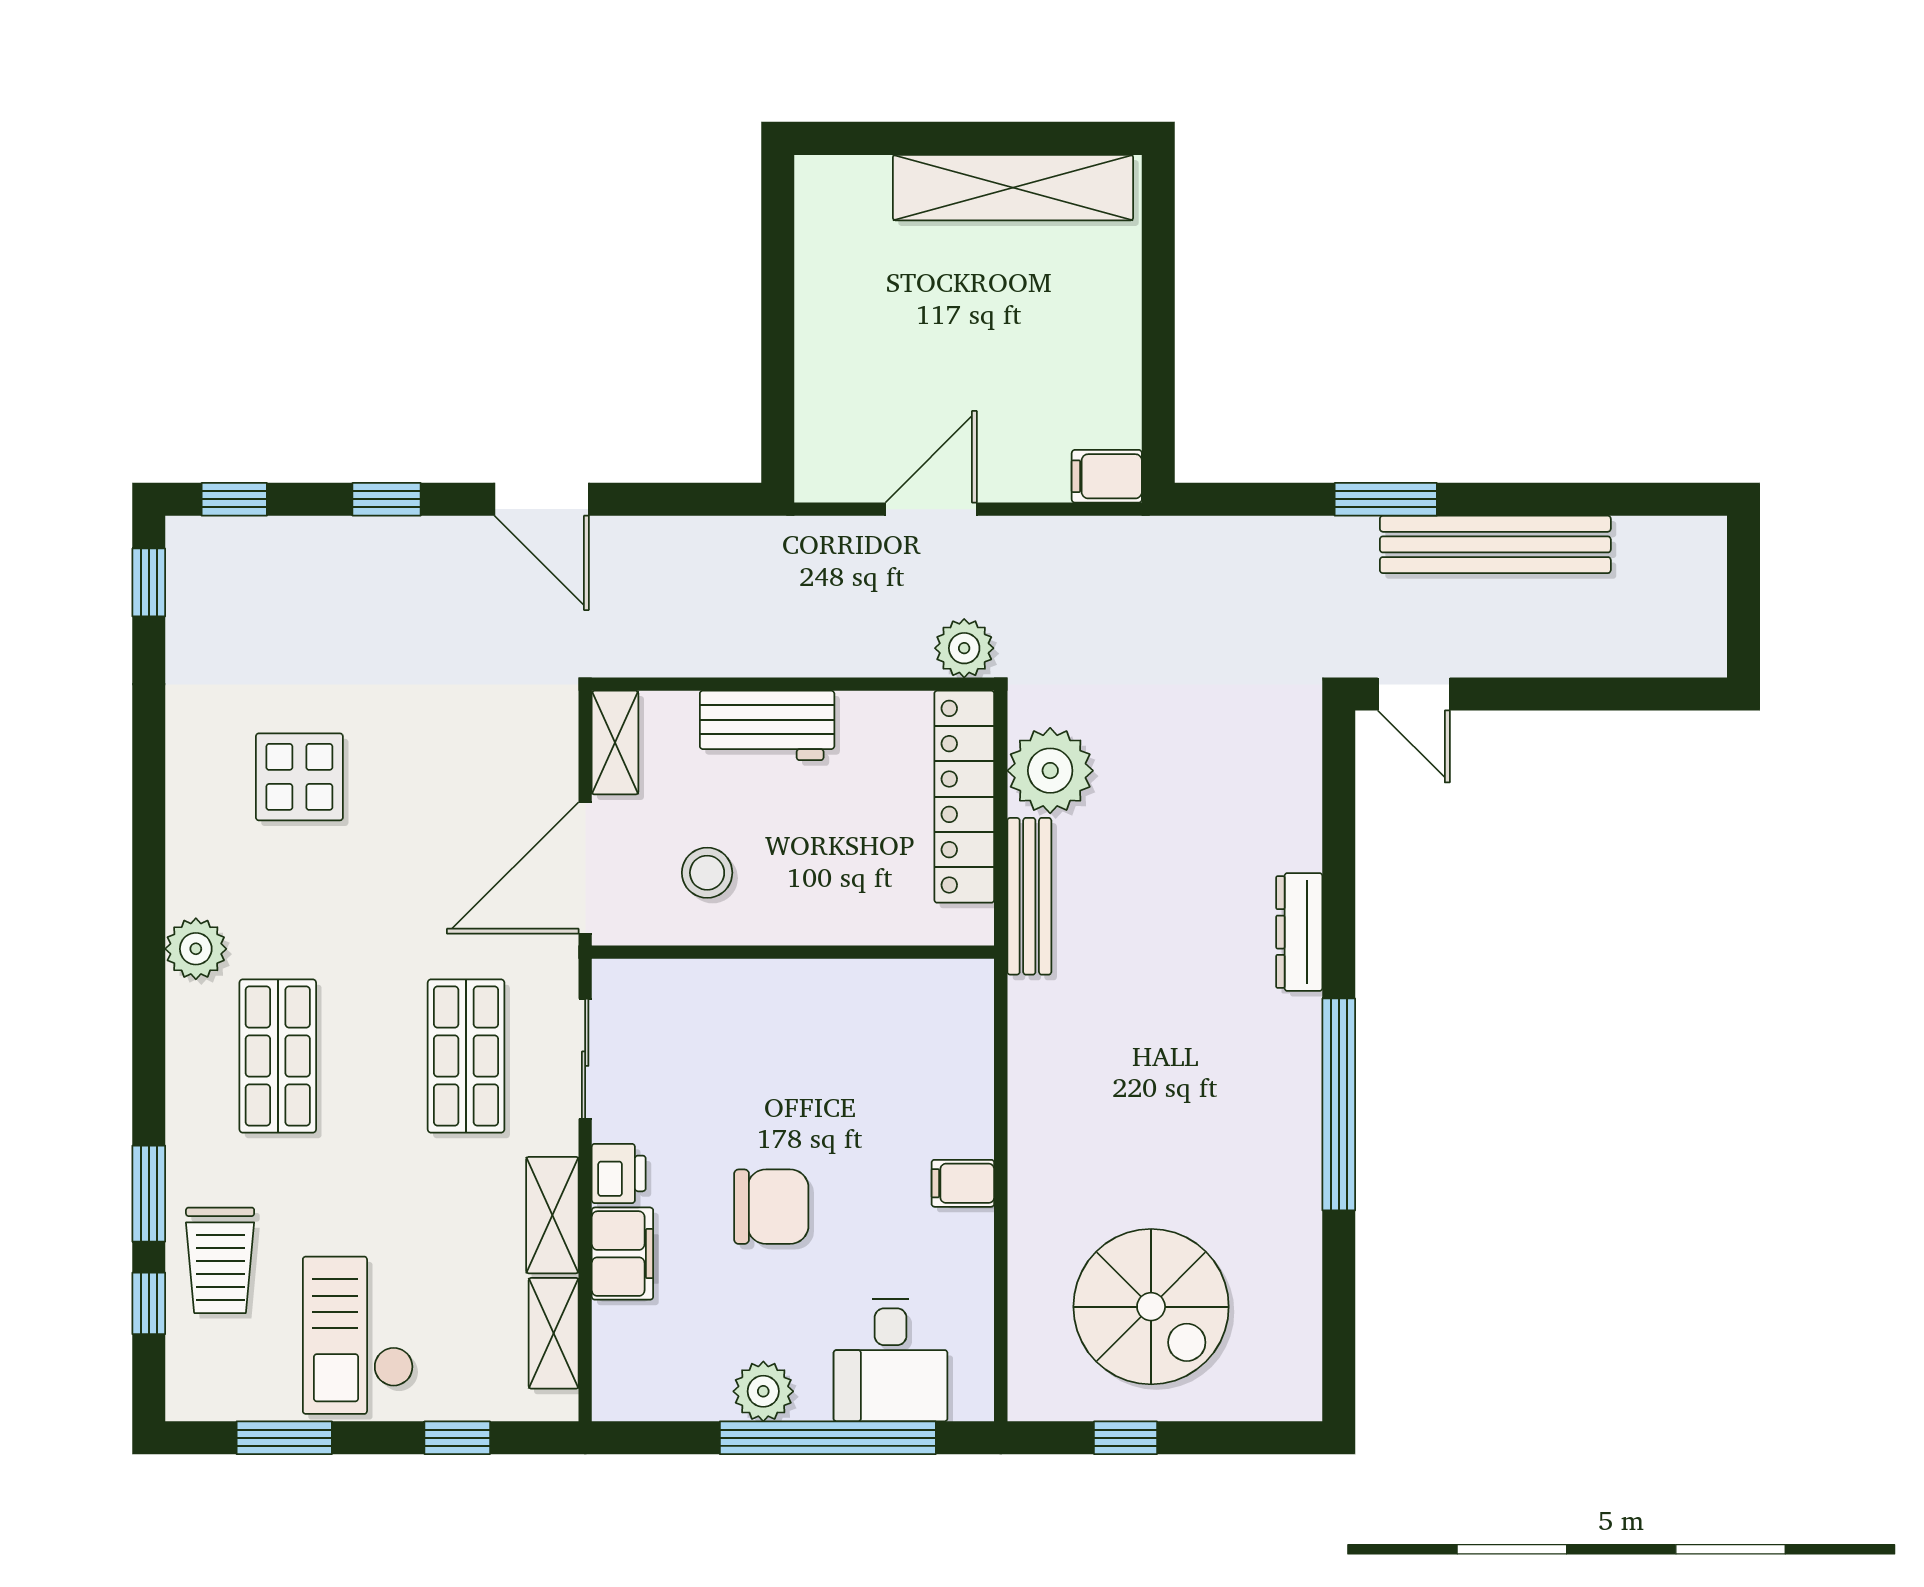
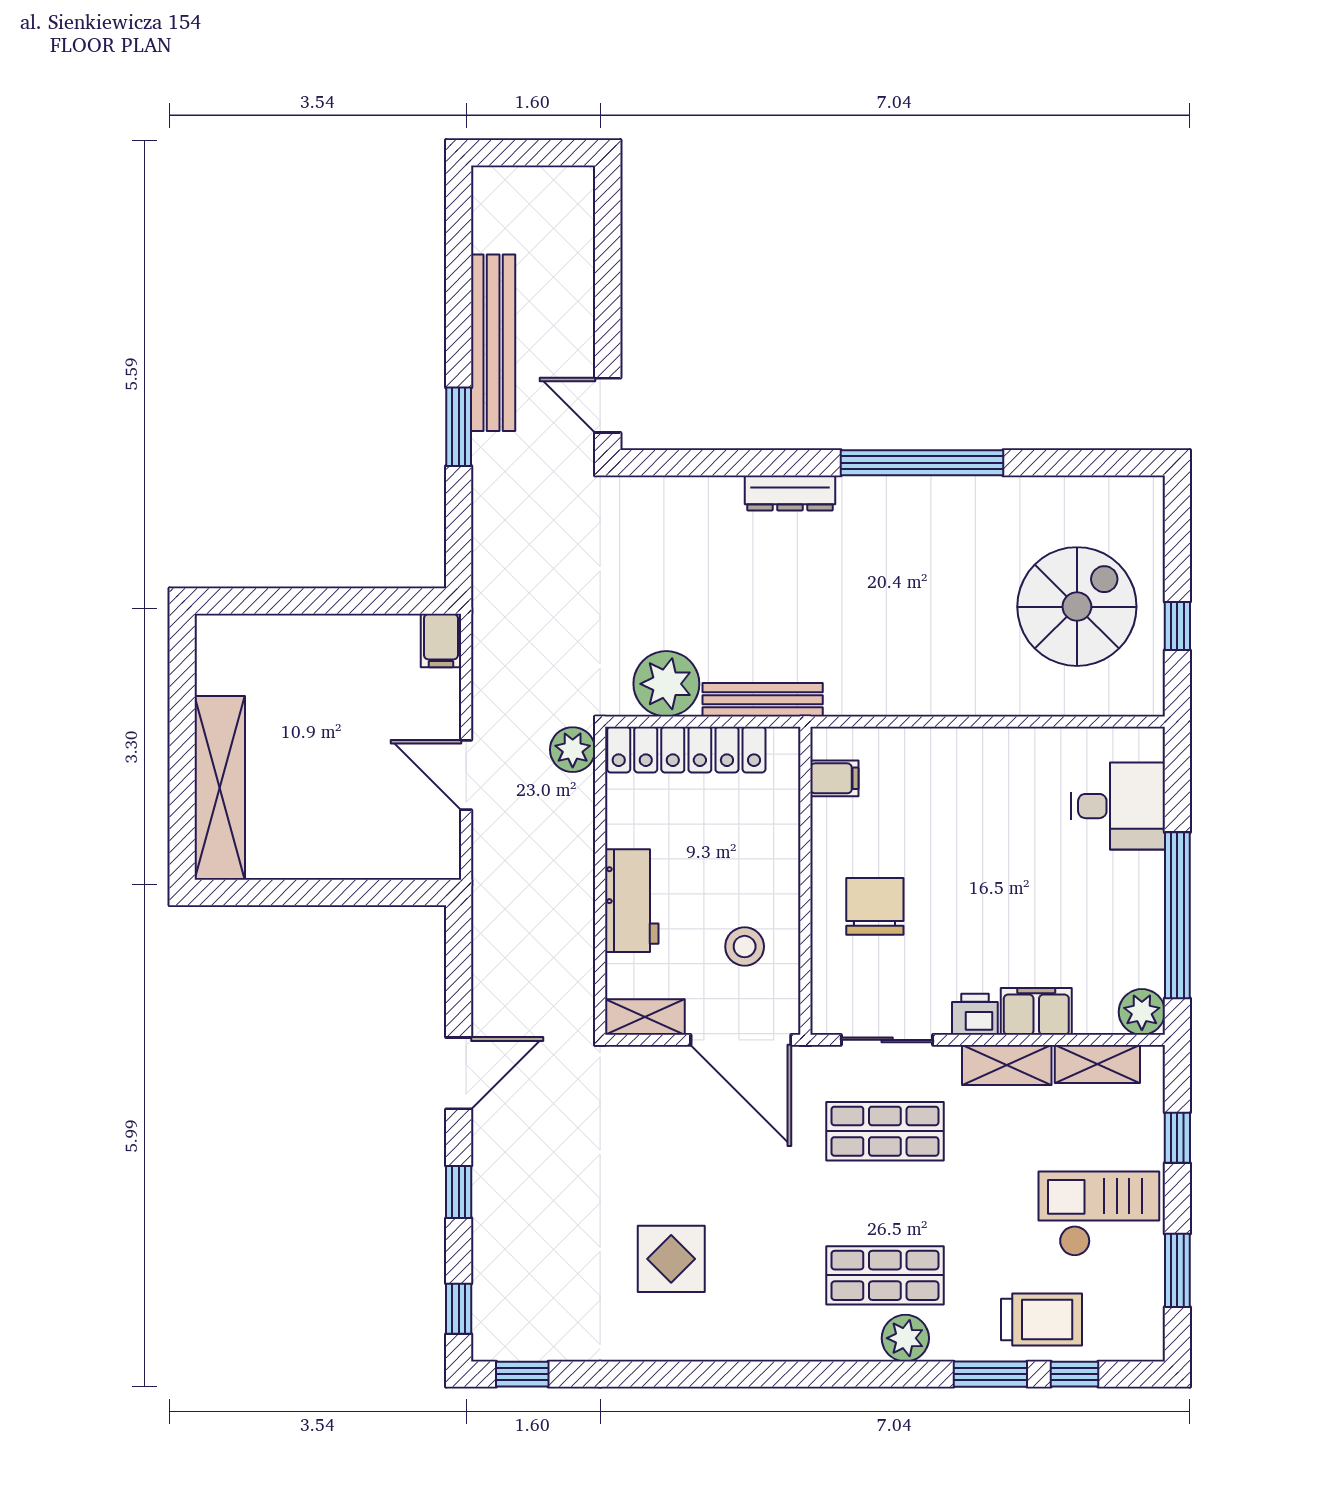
shelving: (1013, 188) -> (220, 788), moved
door: (1414, 694) -> (608, 405), swing flipped
plant: (196, 949) -> (905, 1338), moved
filing cabinet: (963, 1183) -> (834, 778), moved, turned -90
chair: (771, 1207) -> (875, 906), moved
checkout: (358, 1335) -> (1099, 1214), turned 180
plant: (763, 1391) -> (1142, 1012), moved
window: (828, 1438) -> (1177, 915), moved

